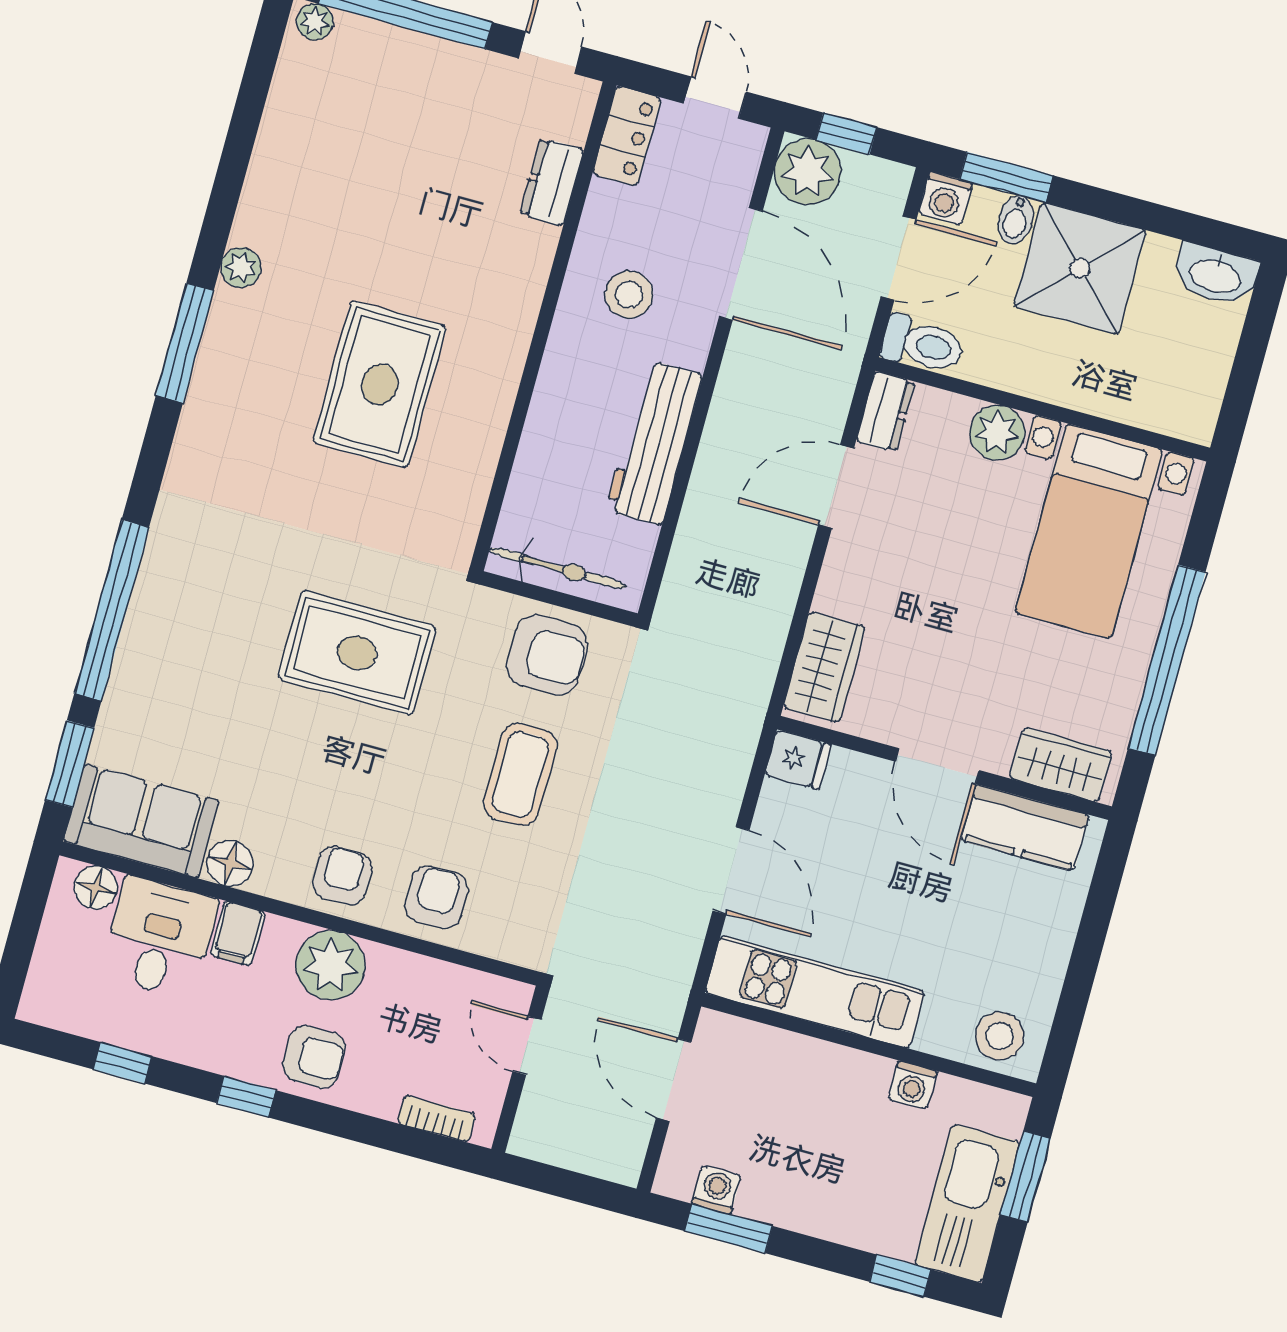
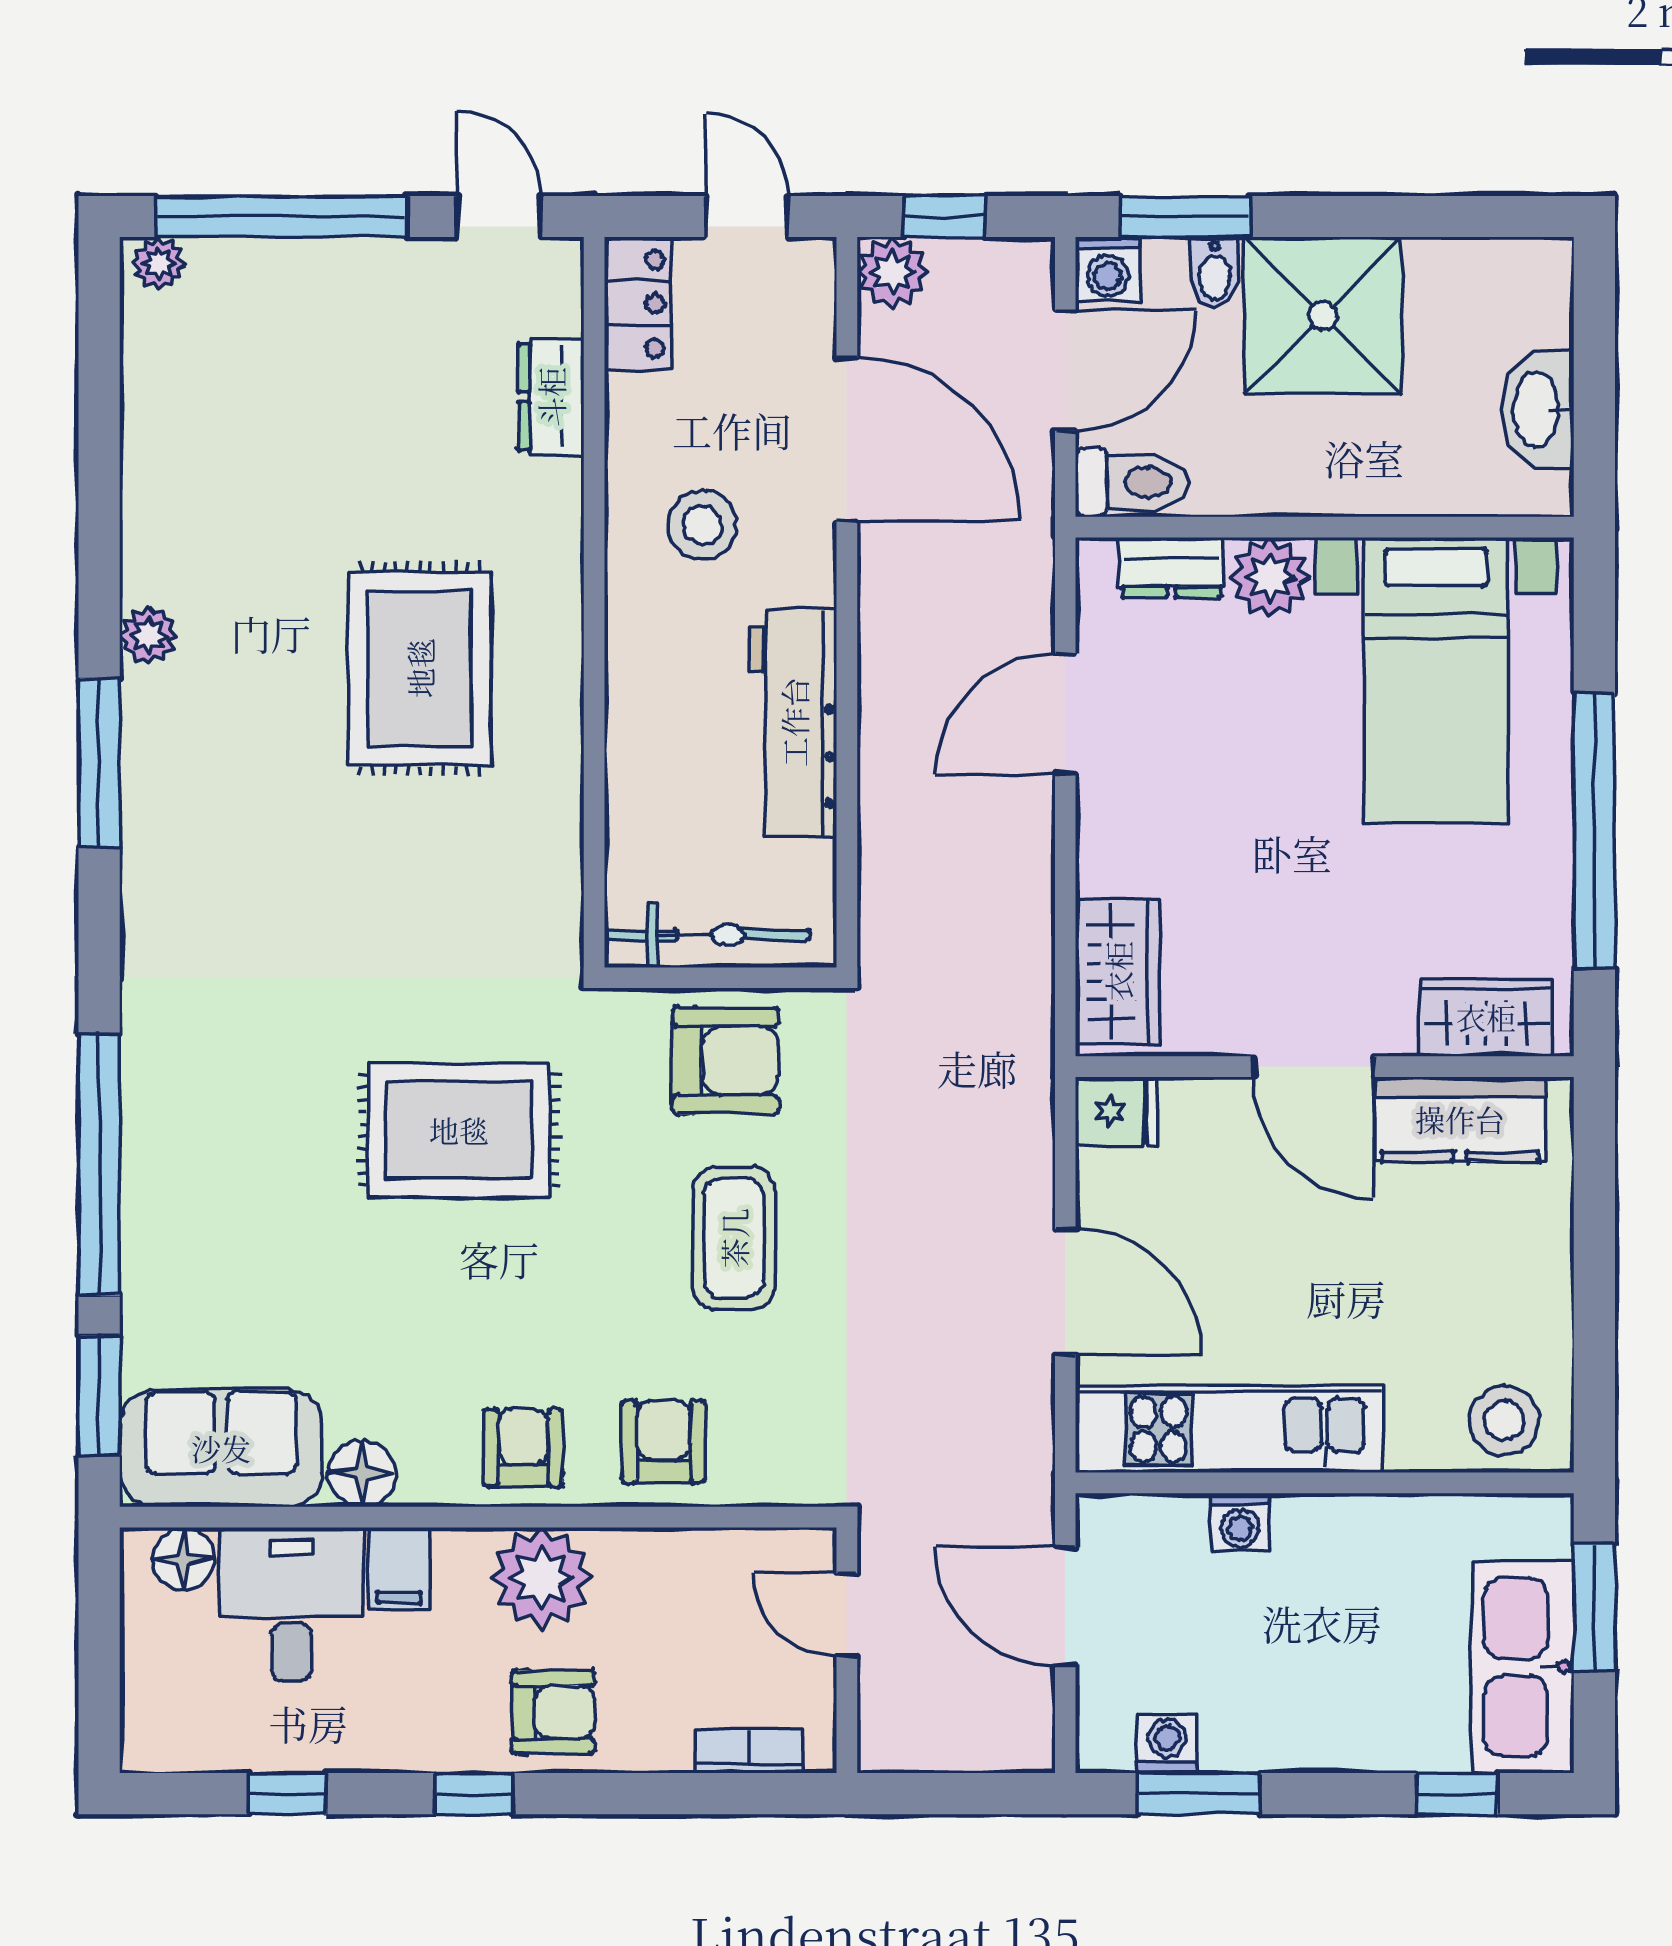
plant: (808, 172) -> (892, 272), width x0.73, depth x0.73
washbasin: (1216, 275) -> (1538, 410), moved, turned 90
rug: (380, 384) -> (420, 668), moved
dresser: (885, 412) -> (1171, 567), moved, turned 90
washing machine: (912, 1085) -> (1240, 1522), moved

